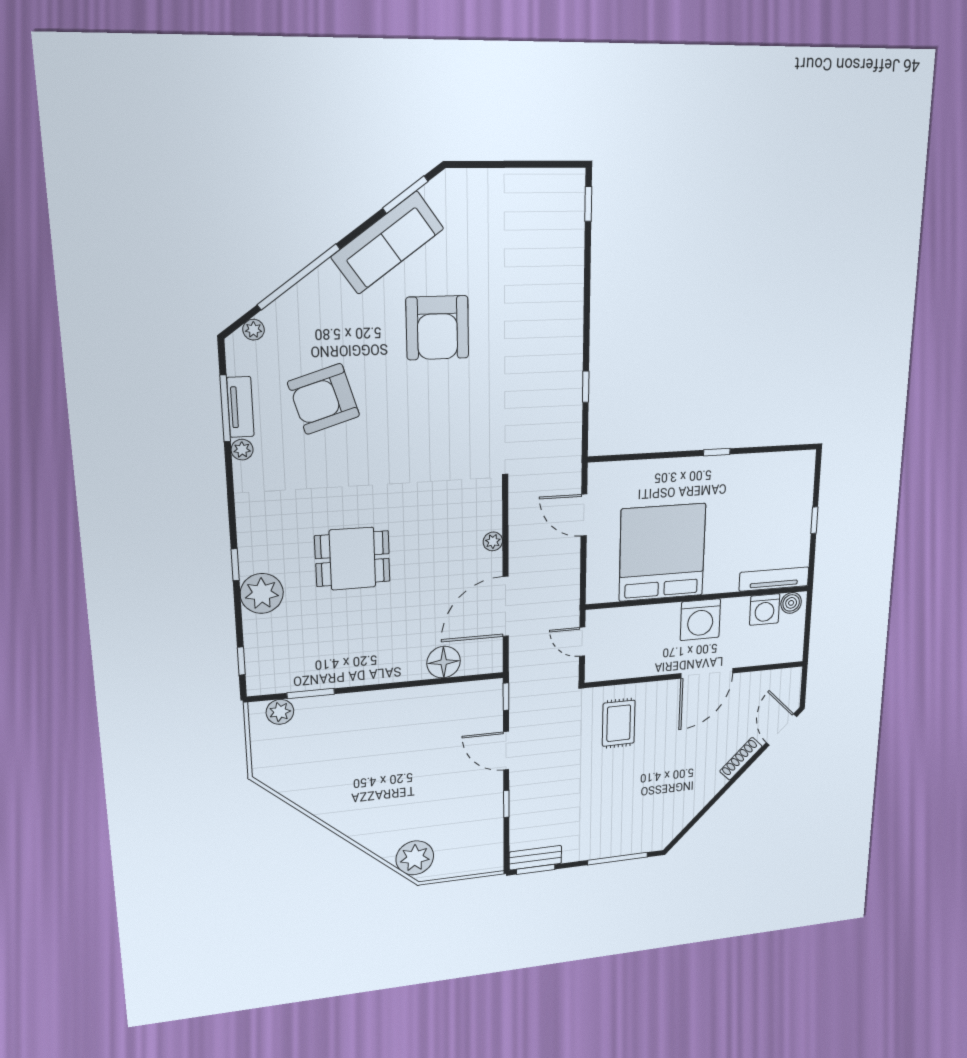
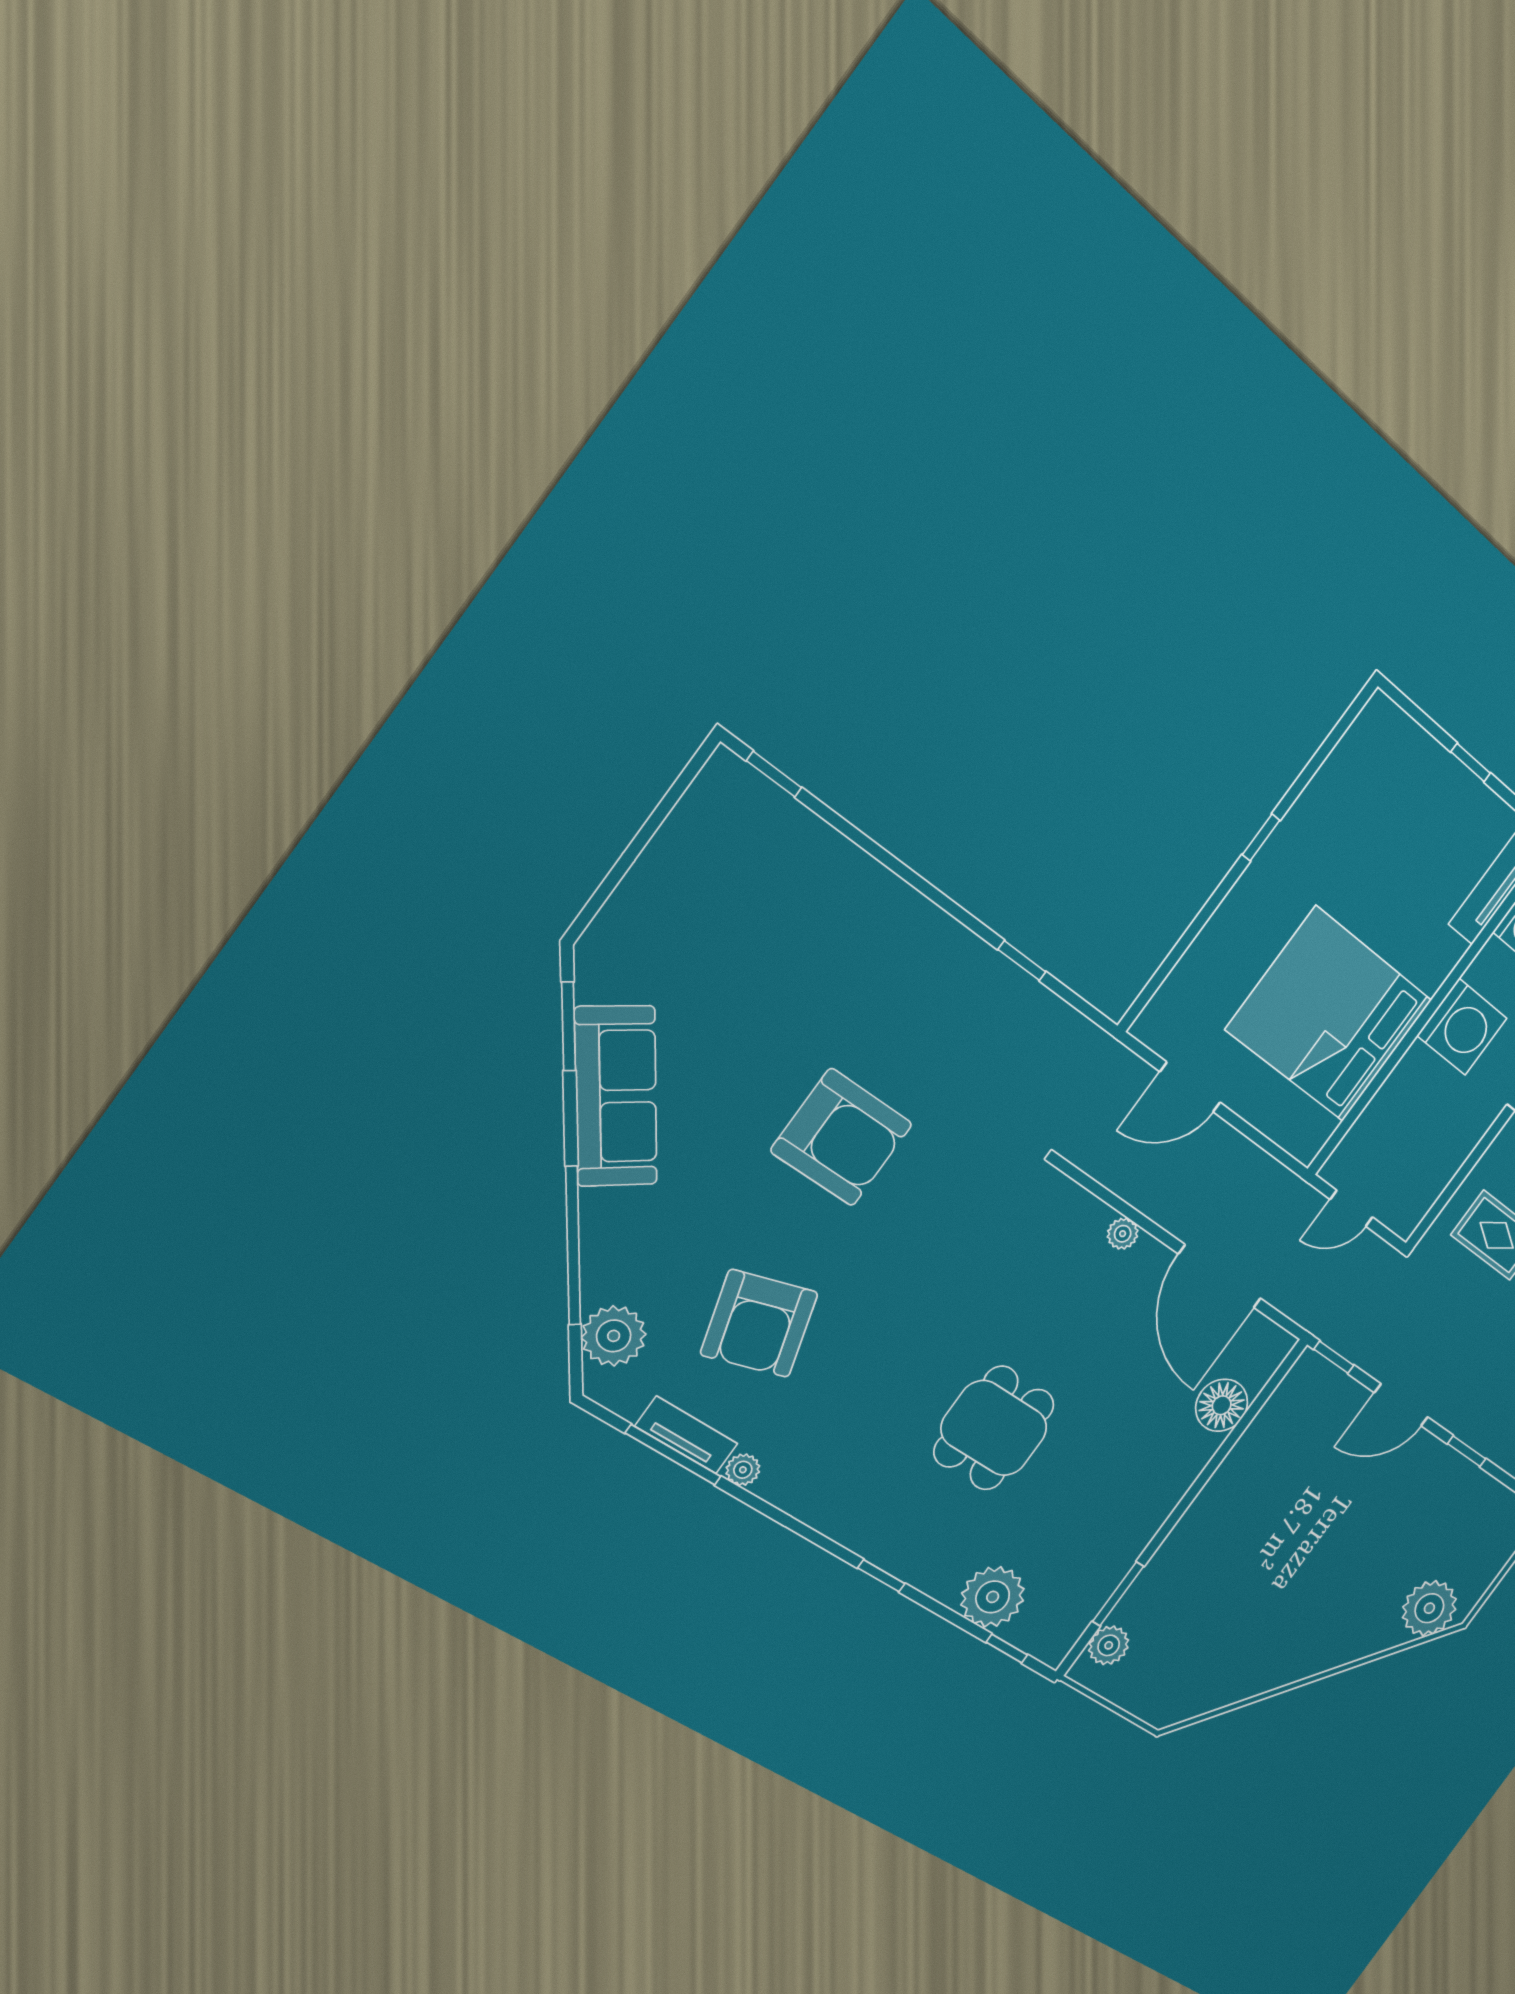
armchair: (437, 328) -> (842, 1137), moved
plant: (254, 330) -> (614, 1336), width x1.88, depth x1.88
plant: (262, 593) -> (993, 1597), moved

